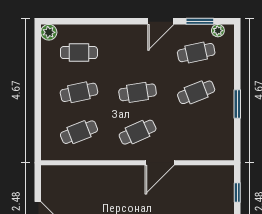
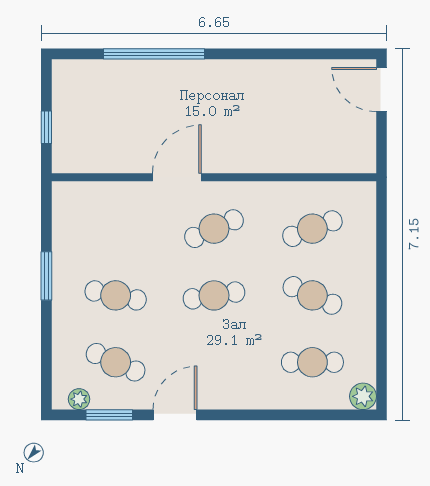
cafe table: (196, 53) -> (116, 362), turned 36
cafe table: (79, 92) -> (312, 295), turned 36
cafe table: (196, 92) -> (116, 295), turned 33

